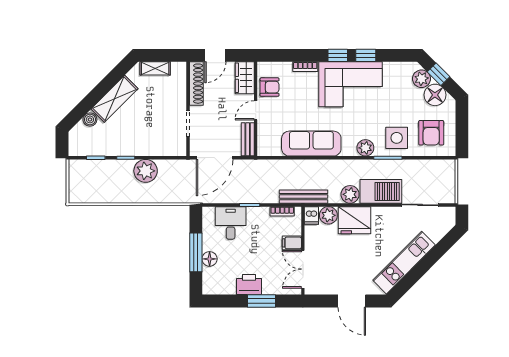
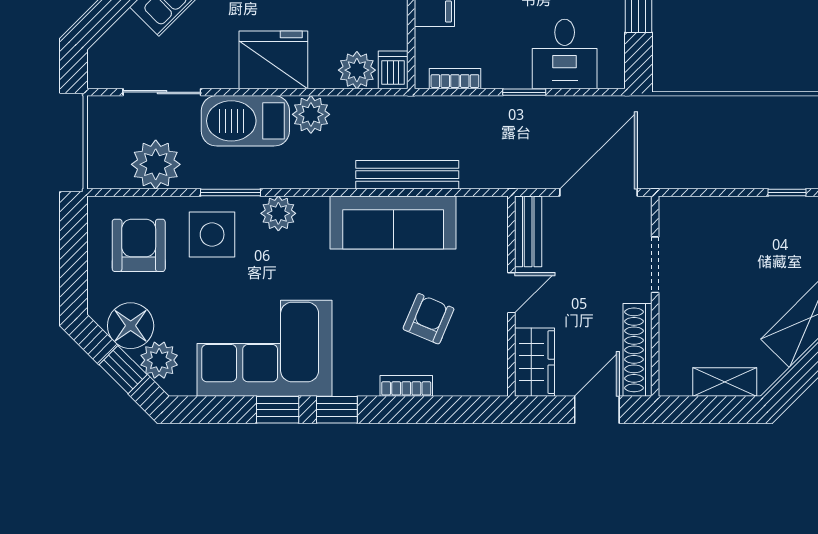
corner sofa: (350, 84) -> (265, 348), moved
armchair: (270, 87) -> (429, 319), moved, turned 113
plant: (146, 171) -> (156, 164), moved
bench: (303, 197) -> (407, 175), moved
fridge: (355, 220) -> (273, 60), moved

